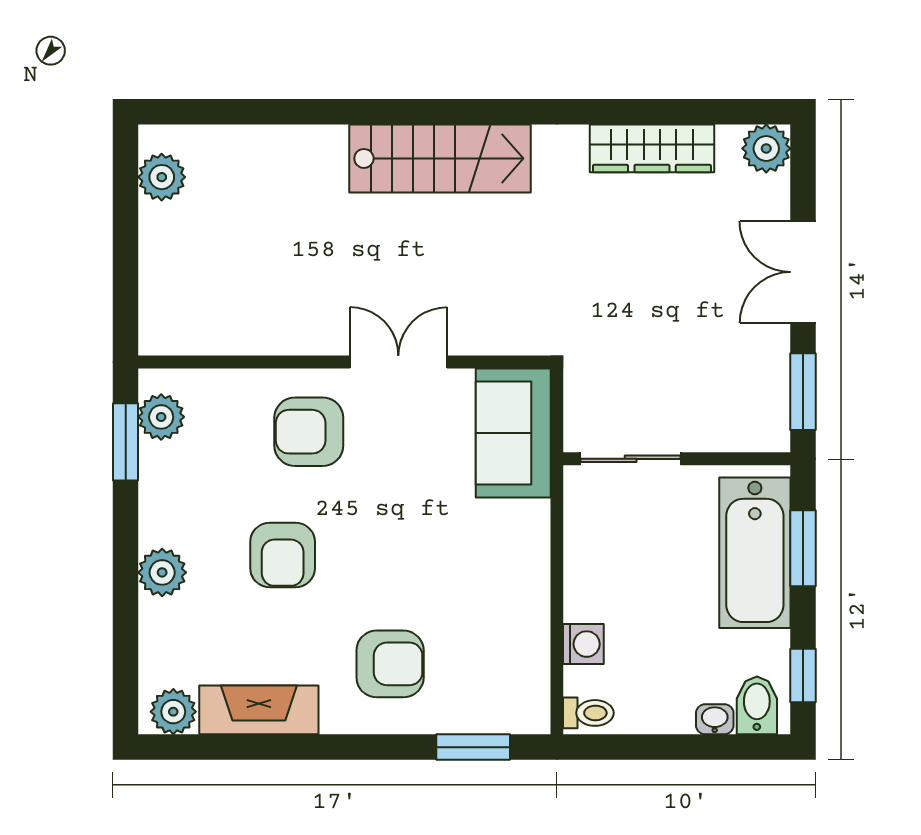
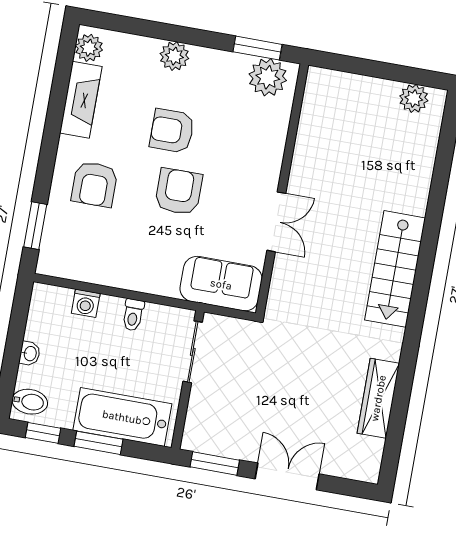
plant: (766, 148) -> (366, 467), removed
plant: (161, 417) -> (268, 77), width x1.36, depth x1.36
armchair: (309, 432) -> (179, 192), moved
window: (803, 548) -> (98, 443), moved
toilet: (588, 713) -> (133, 315), moved
washbasin: (715, 719) -> (30, 354), moved

